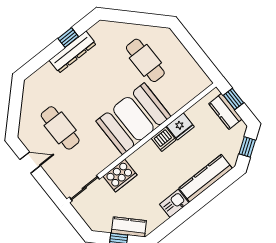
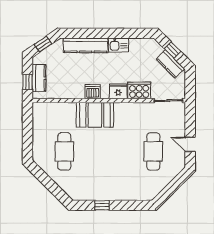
dresser: (73, 52) -> (107, 194), removed
booth: (133, 119) -> (95, 115), width x0.73, depth x0.70
fridge: (180, 126) -> (118, 91), moved
kitchen counter: (129, 227) -> (170, 64), moved

